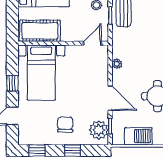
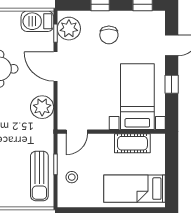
cot: (40, 31) -> (132, 143), width x0.73, depth x0.75
plant: (117, 64) -> (42, 107), width x1.88, depth x1.88
barbecue: (138, 136) -> (37, 21), moved

